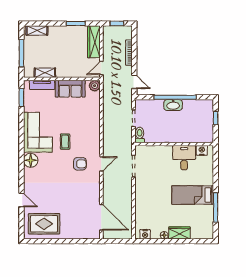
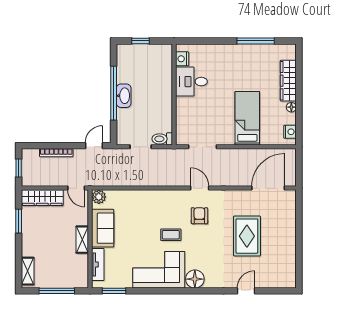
shelving: (45, 73) -> (82, 240), moved
bed: (193, 195) -> (247, 118), moved, turned 180
rug: (44, 224) -> (247, 236), moved
wardrobe: (179, 233) -> (288, 81), width x1.50

